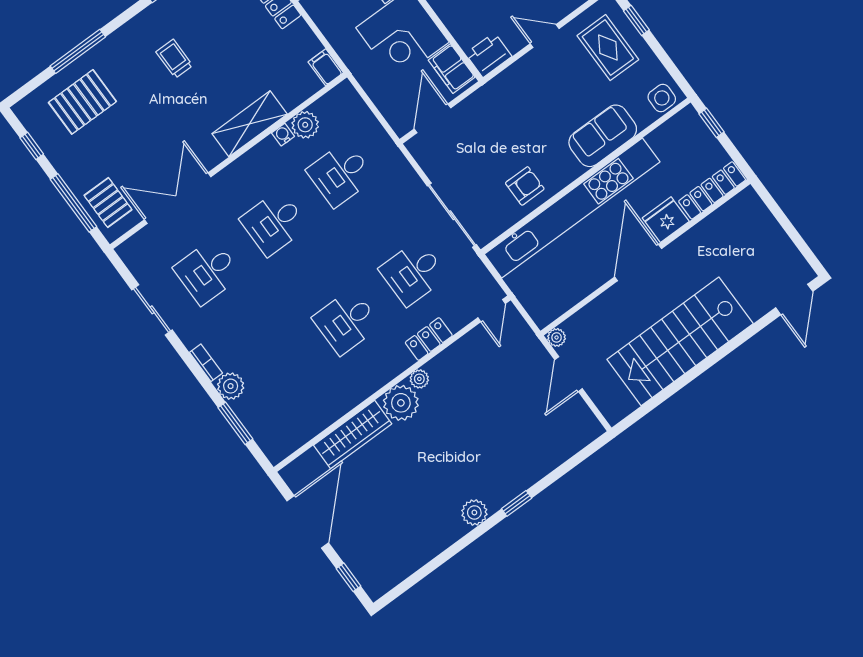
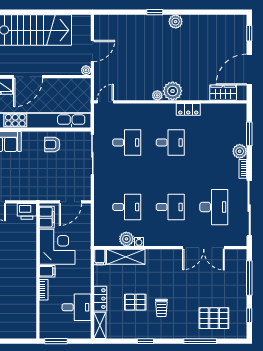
shelving: (250, 124) -> (126, 257), moved
pallet: (108, 202) -> (135, 302), moved, turned 90
desk: (207, 272) -> (214, 207), width x1.37
sliding door: (152, 310) -> (249, 208), width x1.86
locker: (429, 339) -> (188, 109), moved
wardrobe: (353, 434) -> (223, 93), moved, width x0.67

